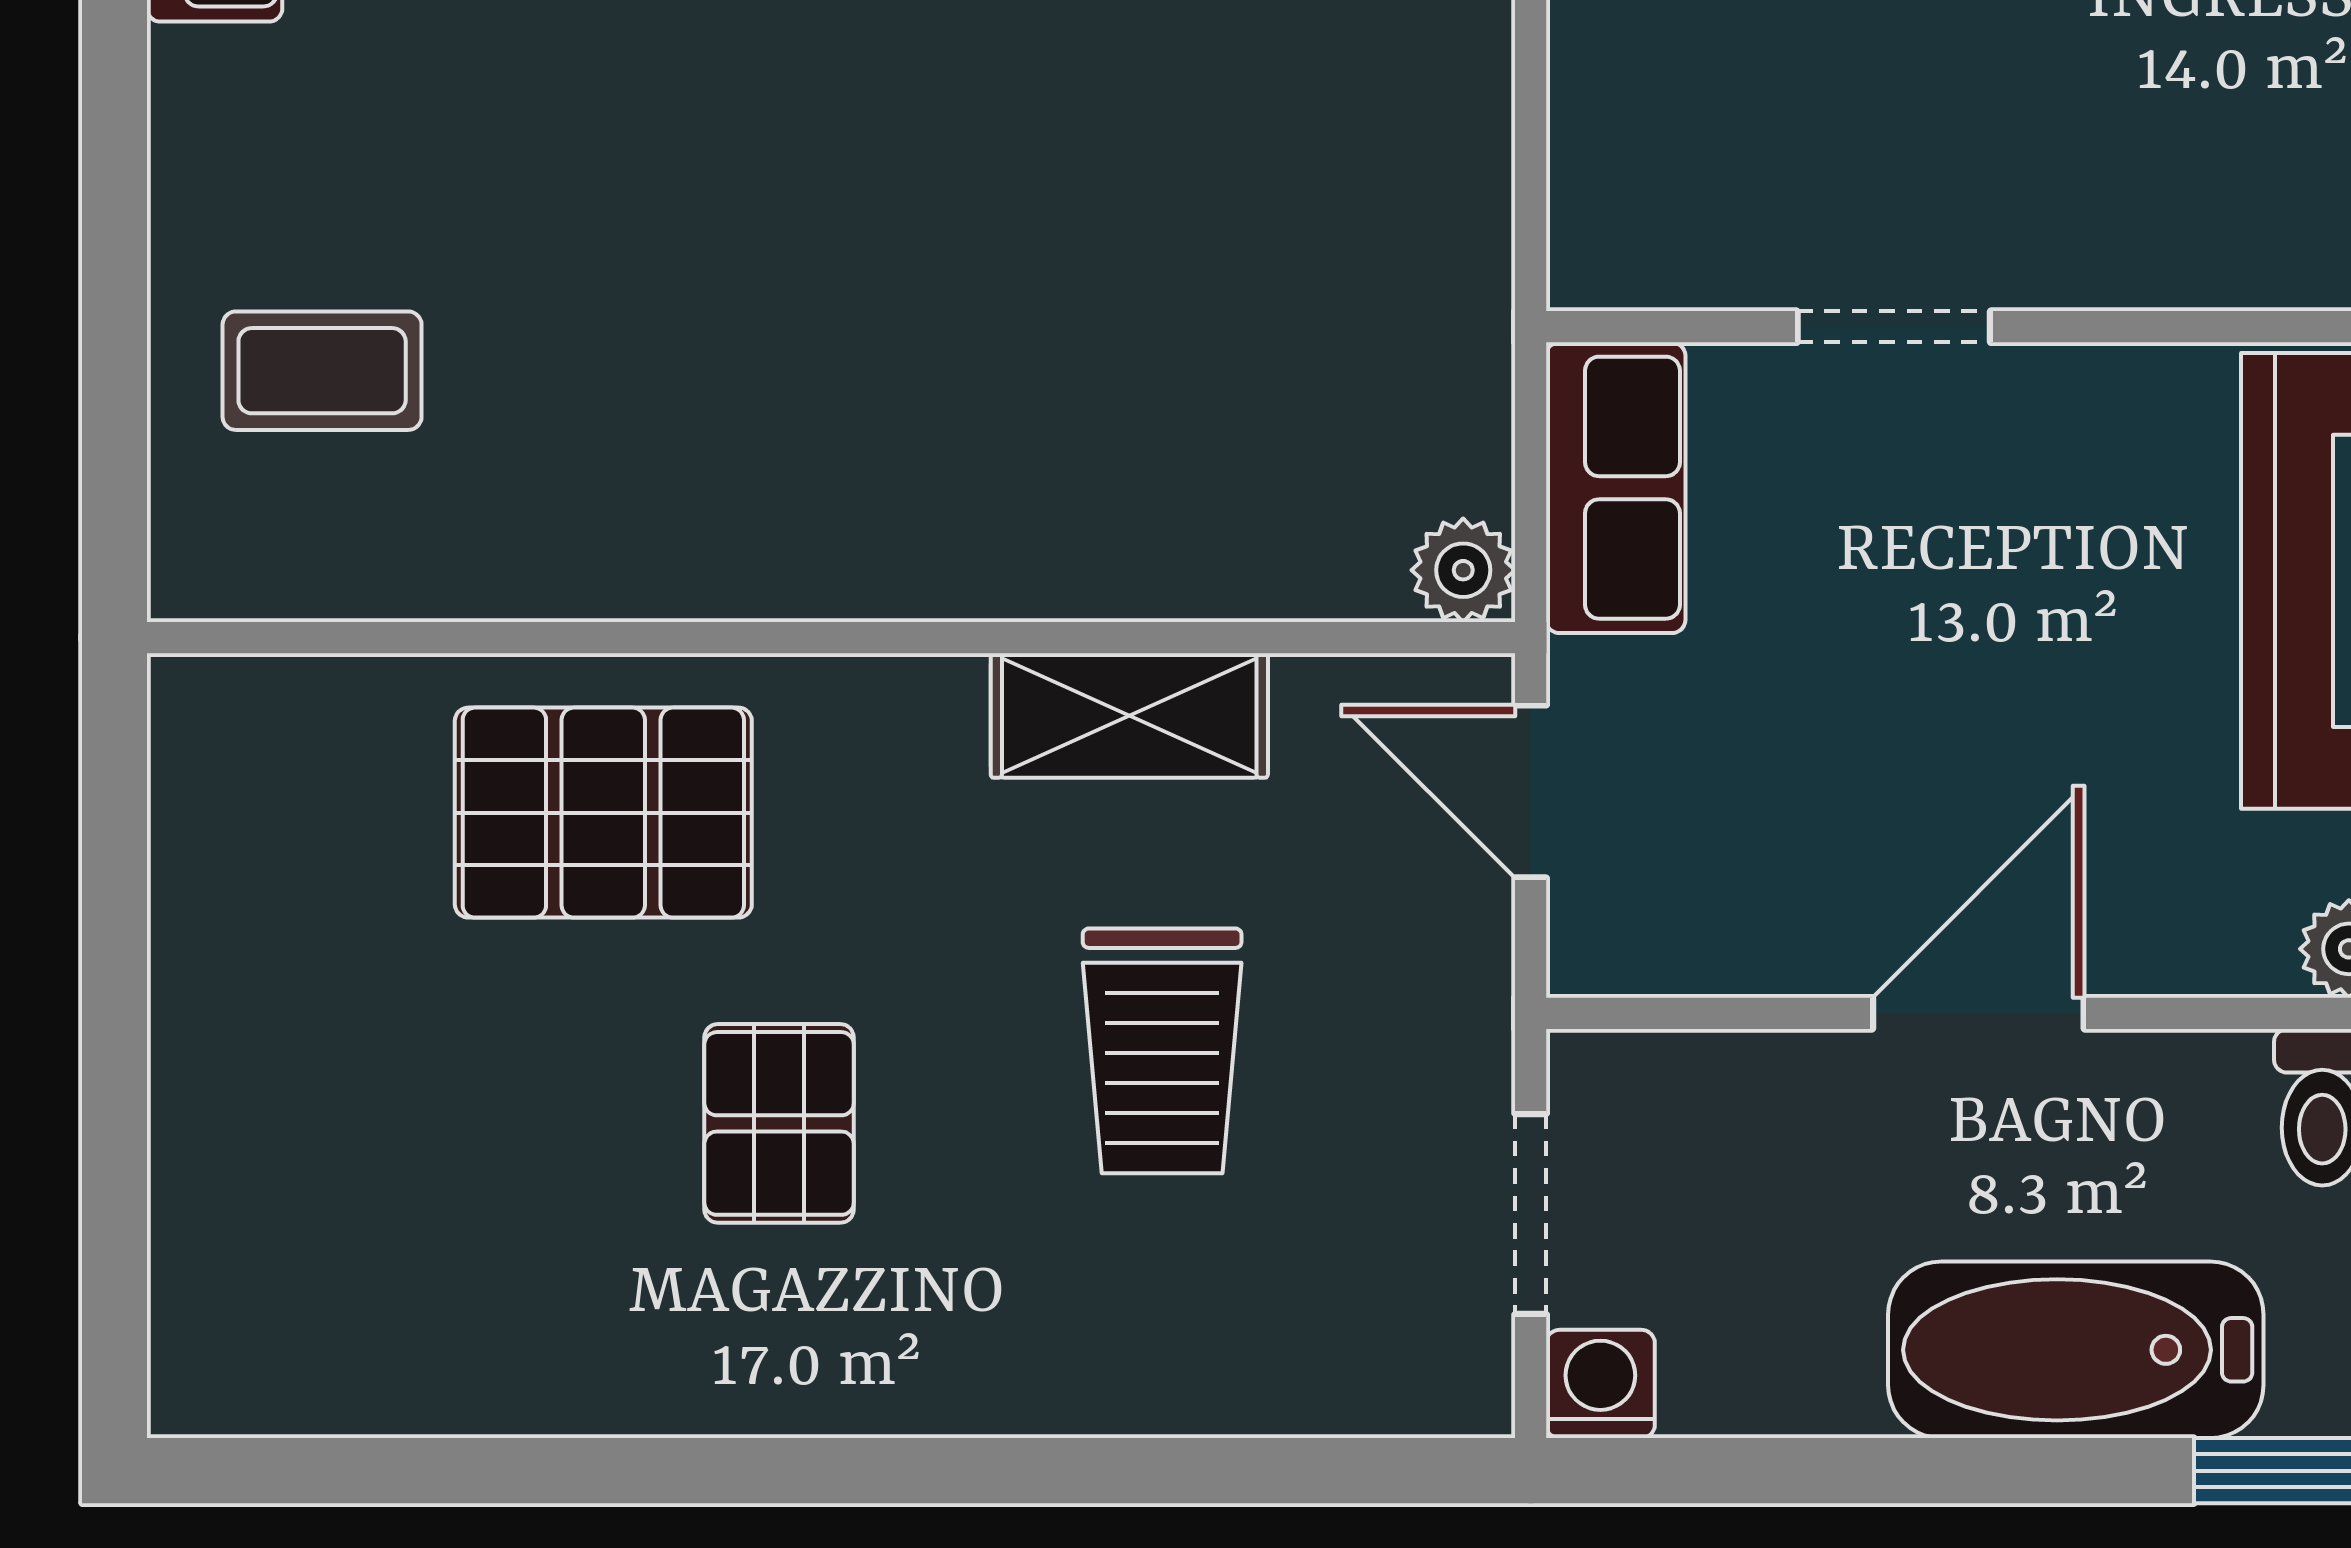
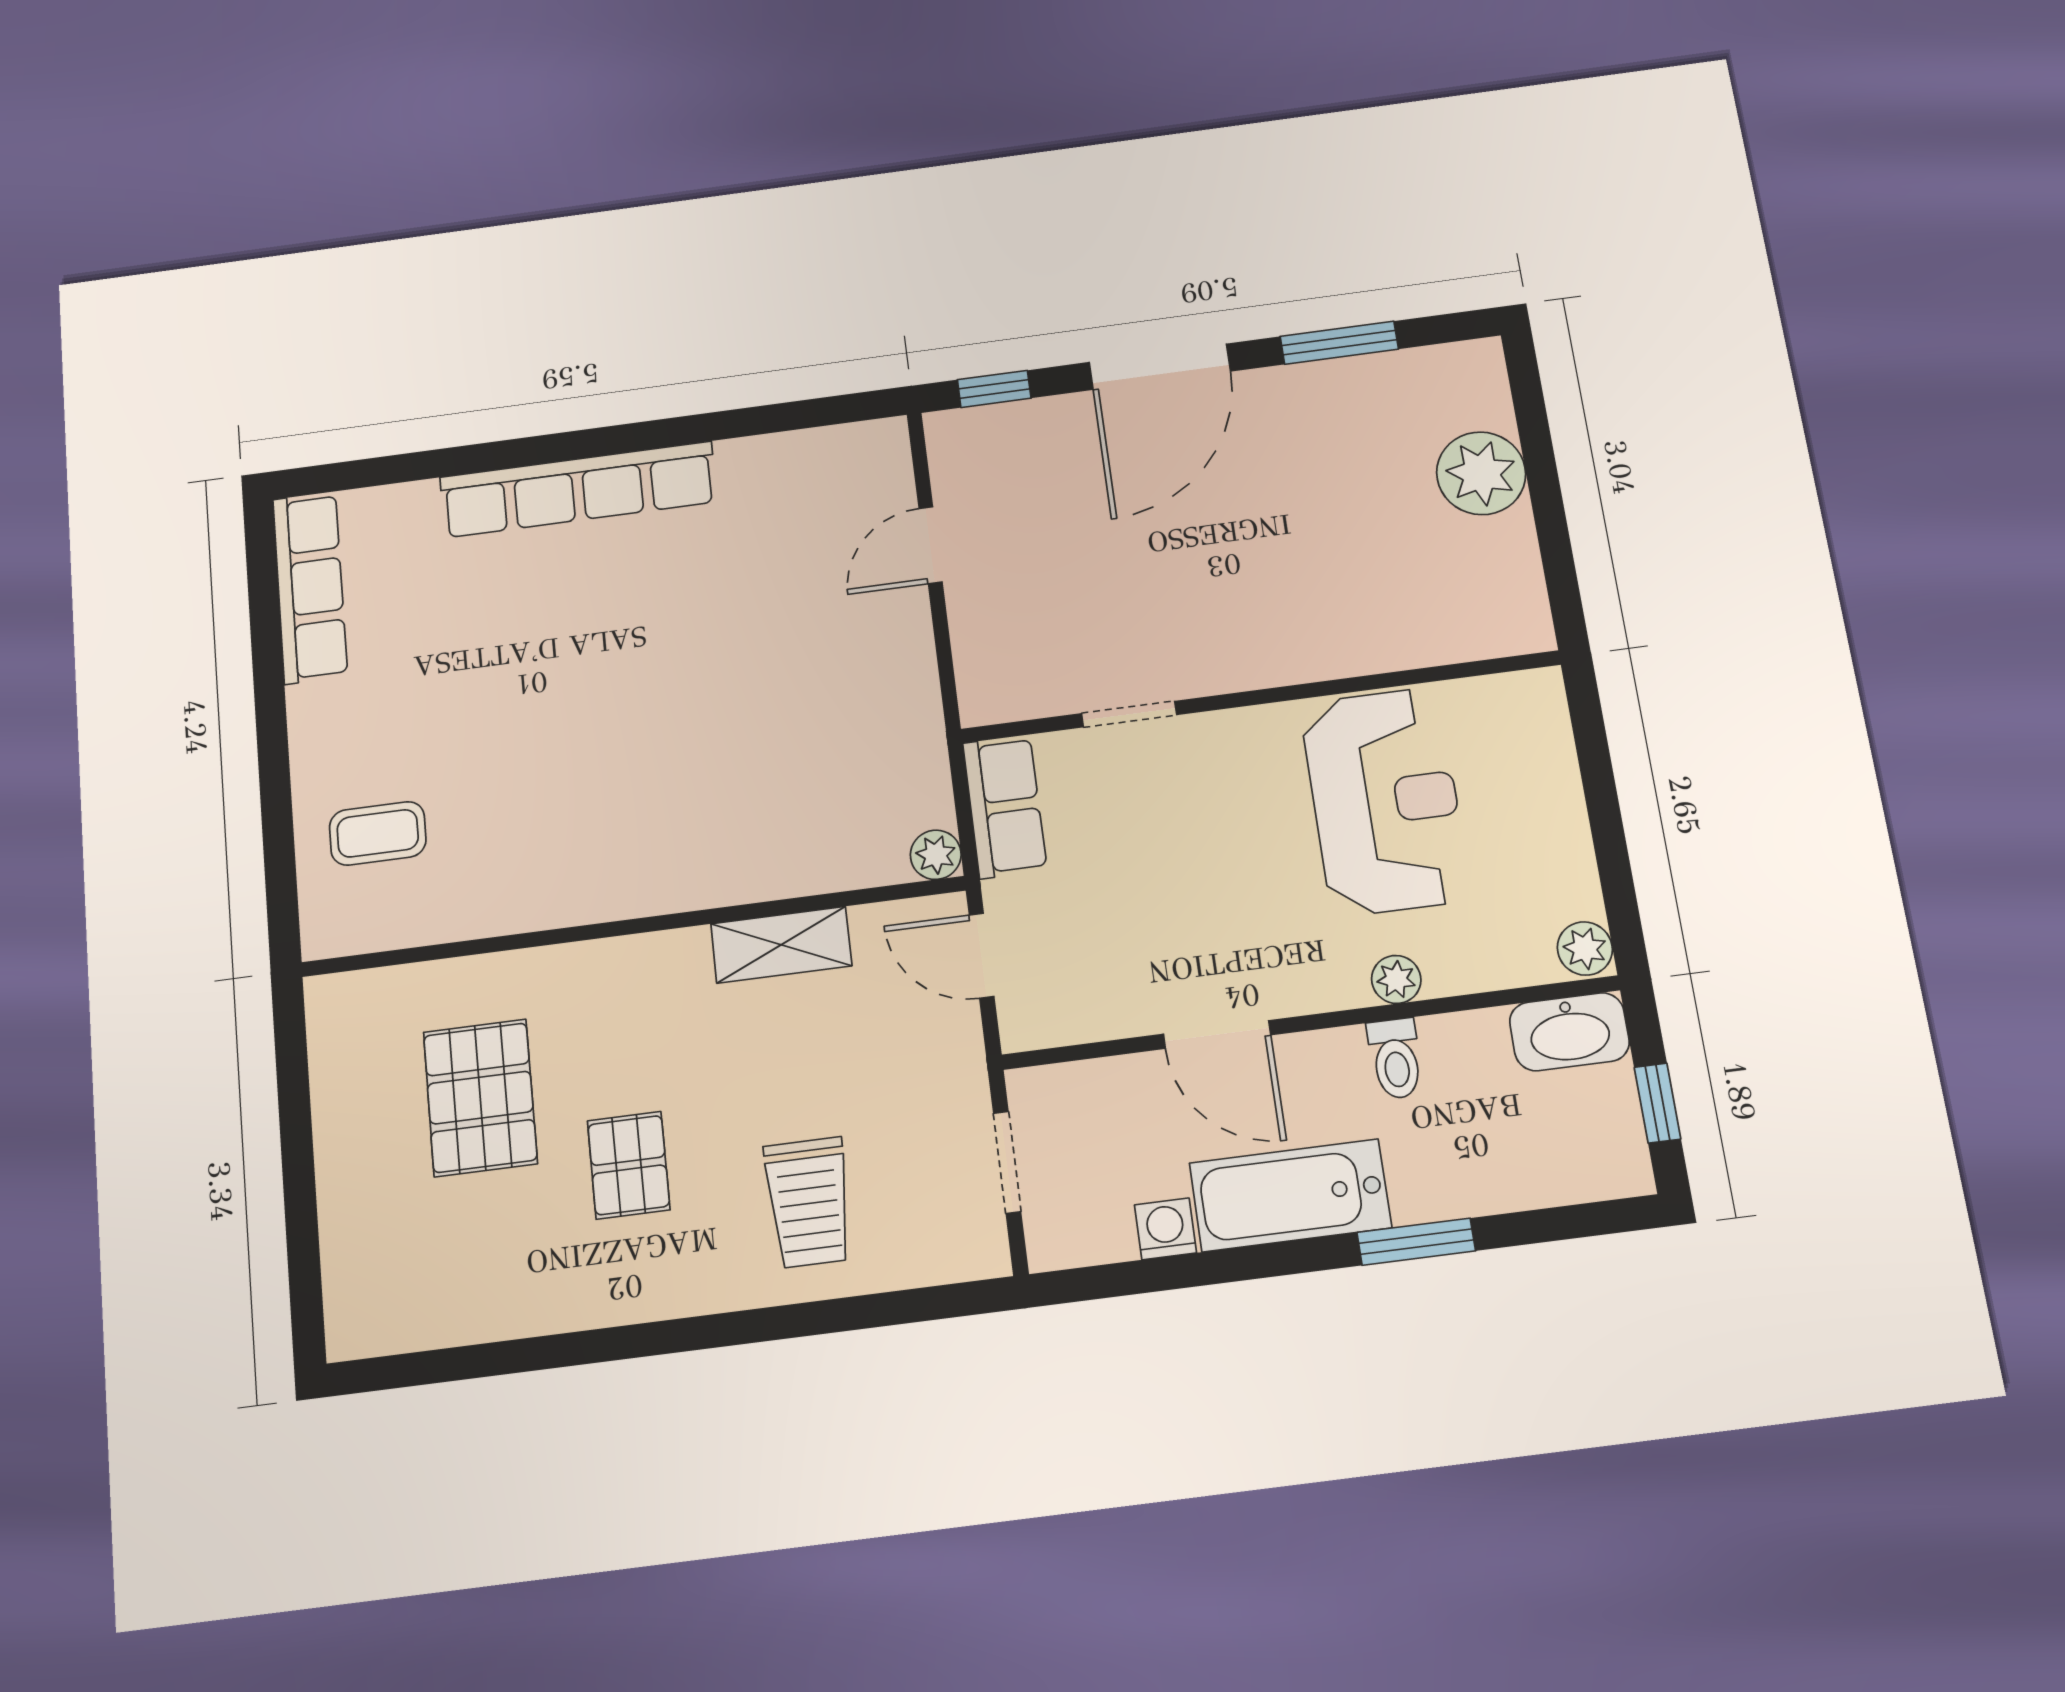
pallet: (603, 813) -> (480, 1098), moved, turned 90
door: (1978, 1013) -> (1217, 1035), swing flipped
trolley: (1162, 1051) -> (809, 1202), moved
washing machine: (1600, 1384) -> (1165, 1229), moved

